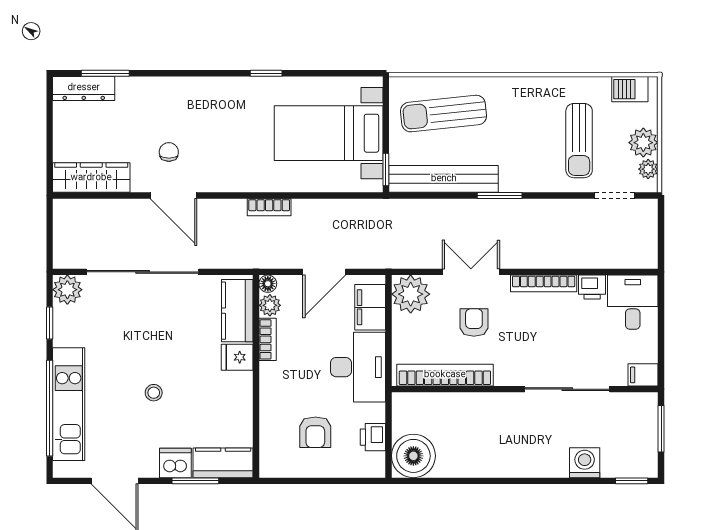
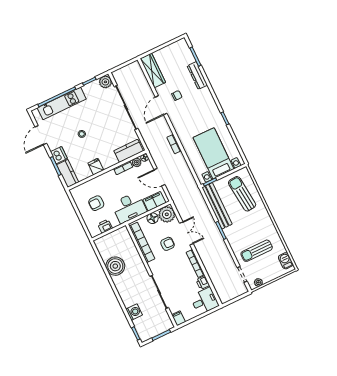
dresser: (84, 88) -> (197, 76), moved
plant: (643, 143) -> (268, 276), removed
floor lamp: (404, 328) -> (153, 218), added
fridge: (237, 357) -> (96, 167), moved
boiler: (413, 456) -> (115, 266), moved

